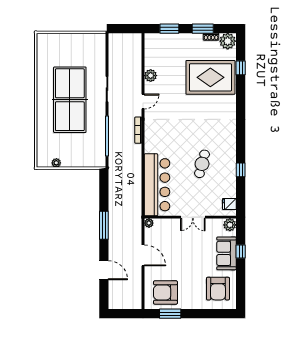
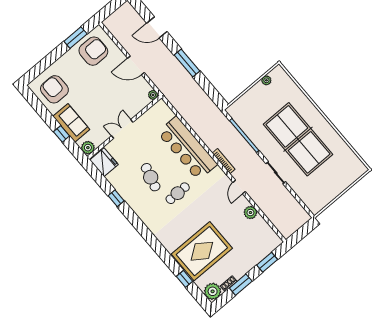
cafe table: (192, 135) -> (178, 193), added
bar counter: (157, 185) -> (187, 148), moved
fridge: (229, 204) -> (104, 162), width x1.88, depth x1.34

